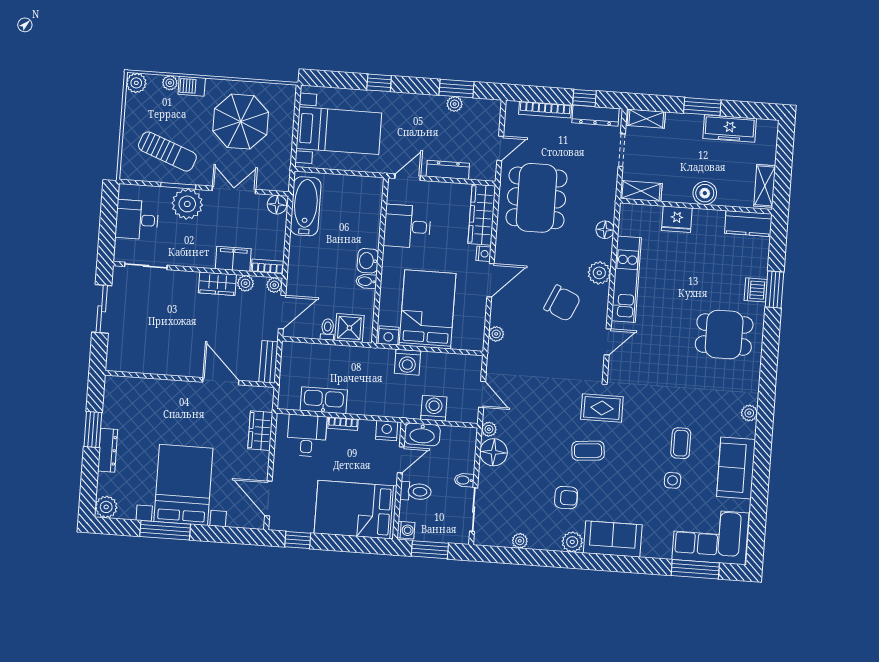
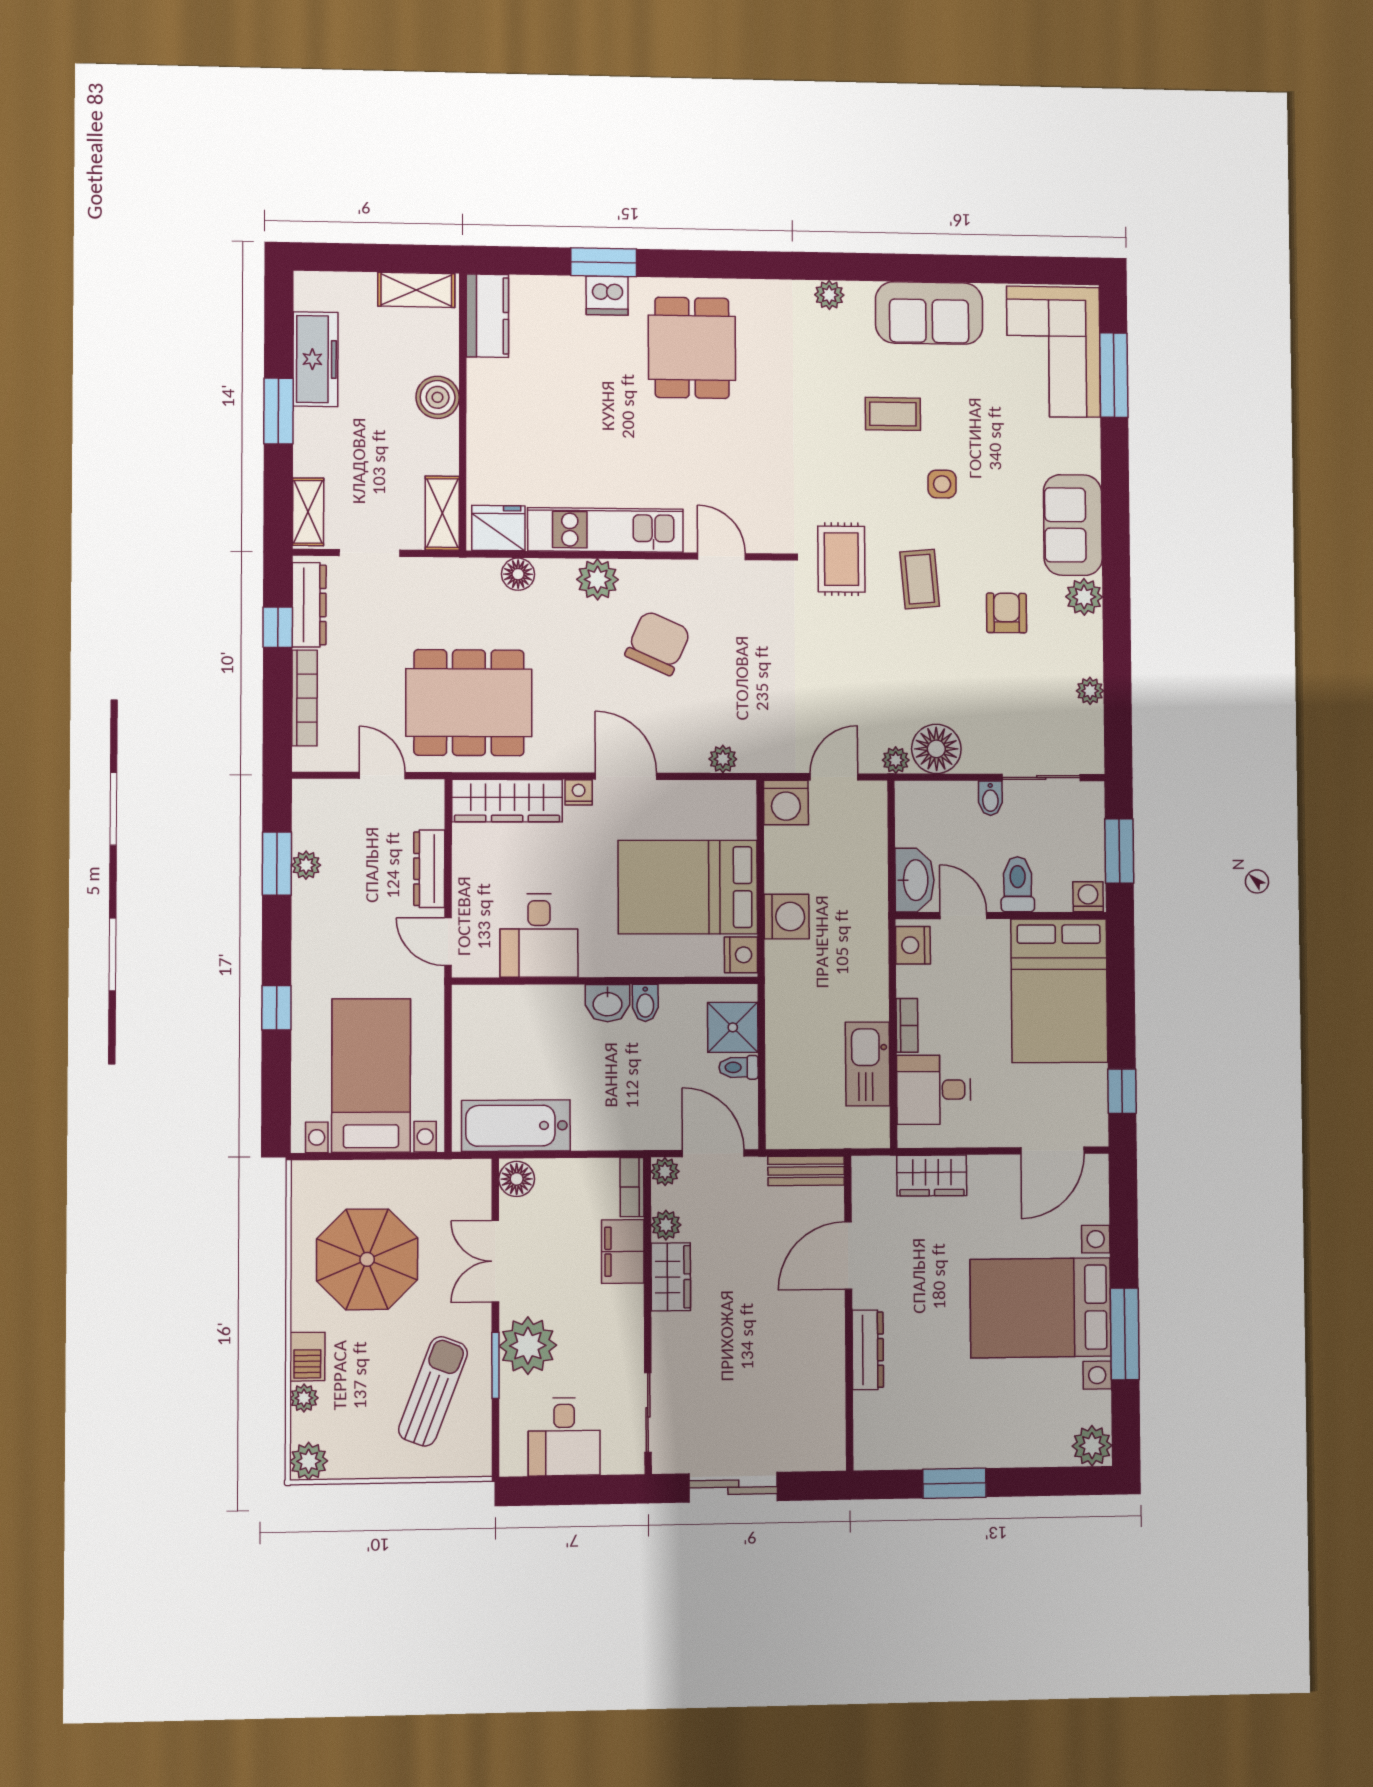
fridge: (677, 219) -> (498, 528), moved, turned -90
washing machine: (434, 408) -> (786, 803), moved, turned -90
dresser: (108, 450) -> (868, 1350), moved, turned 90
side table: (673, 480) -> (942, 484), moved

